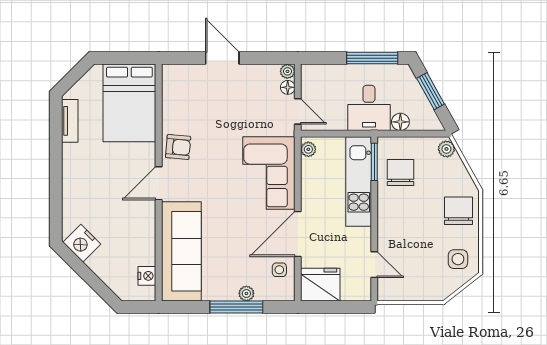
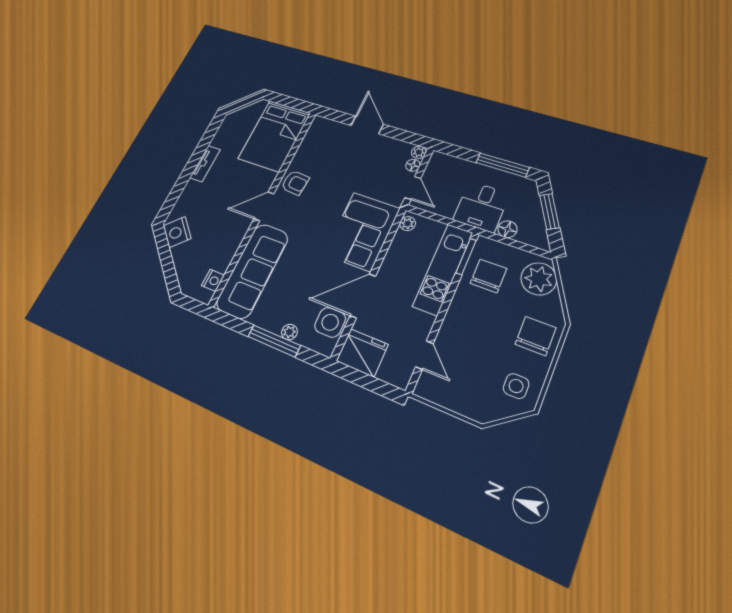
tv unit: (70, 121) -> (205, 164), moved
plant: (446, 149) -> (539, 279), width x1.87, depth x1.87
side table: (279, 270) -> (330, 322), width x1.87, depth x1.87

